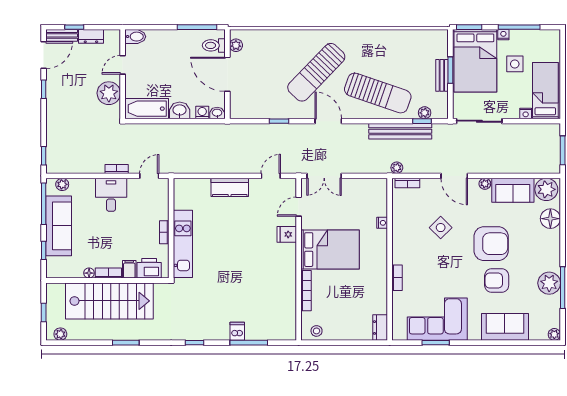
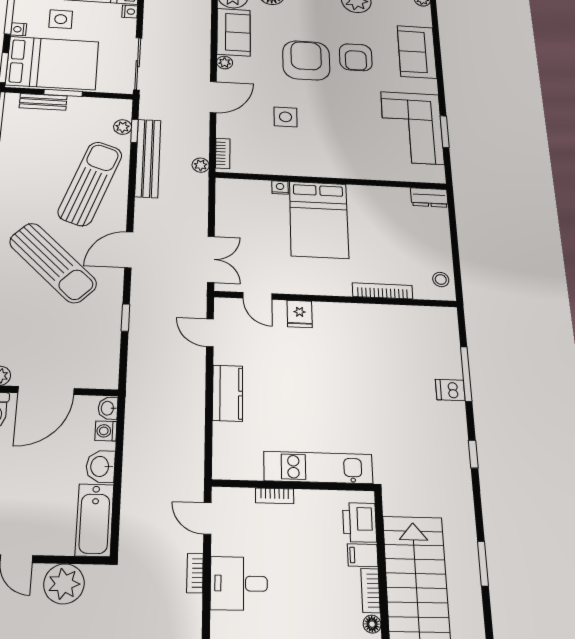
bench: (442, 75) -> (43, 102), moved
side table: (441, 228) -> (285, 117), turned 45
bookcase: (164, 232) -> (275, 496), moved
bed: (330, 250) -> (319, 220), moved, turned 180
bookcase: (397, 278) -> (358, 173), removed

